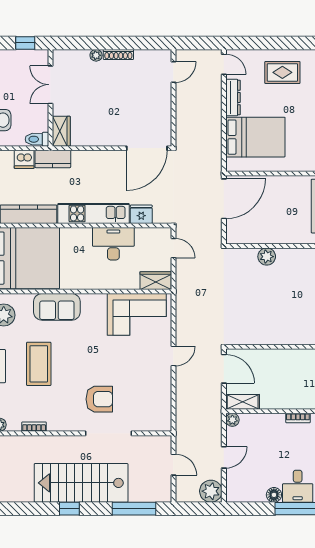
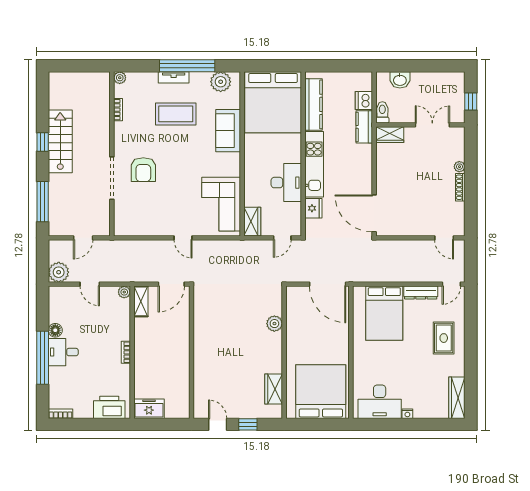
stairs: (81, 483) -> (60, 141), width x0.73, depth x0.66

